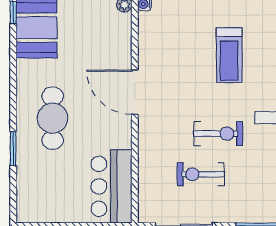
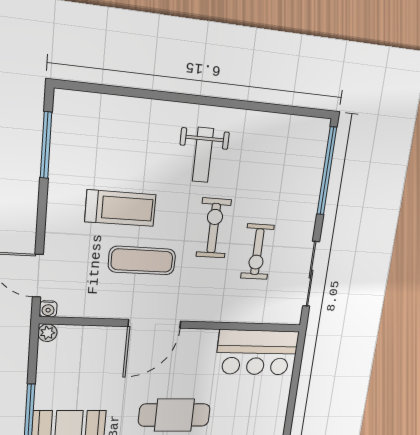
exercise mat: (188, 76) -> (142, 261), added

